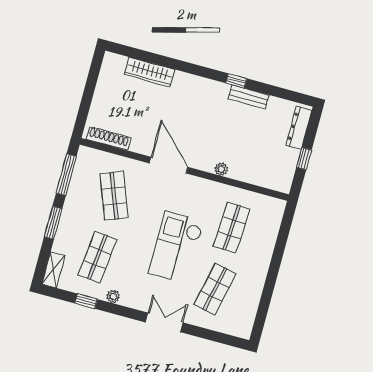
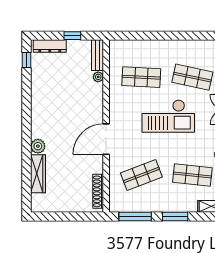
plant: (182, 81) -> (38, 146), added
window: (236, 81) -> (27, 60), moved
bench: (249, 97) -> (98, 55), moved
plant: (221, 169) -> (98, 77), moved

